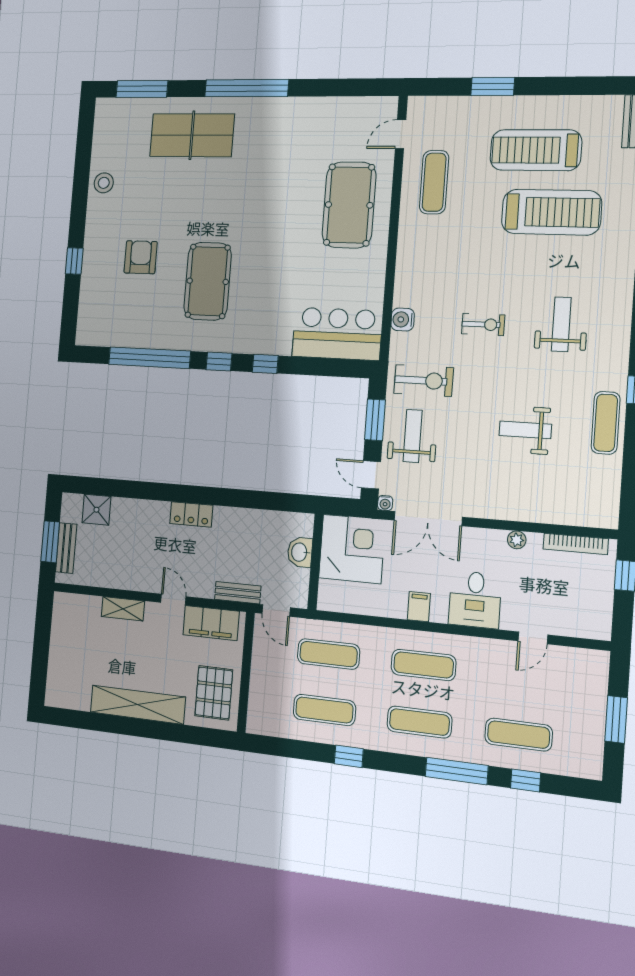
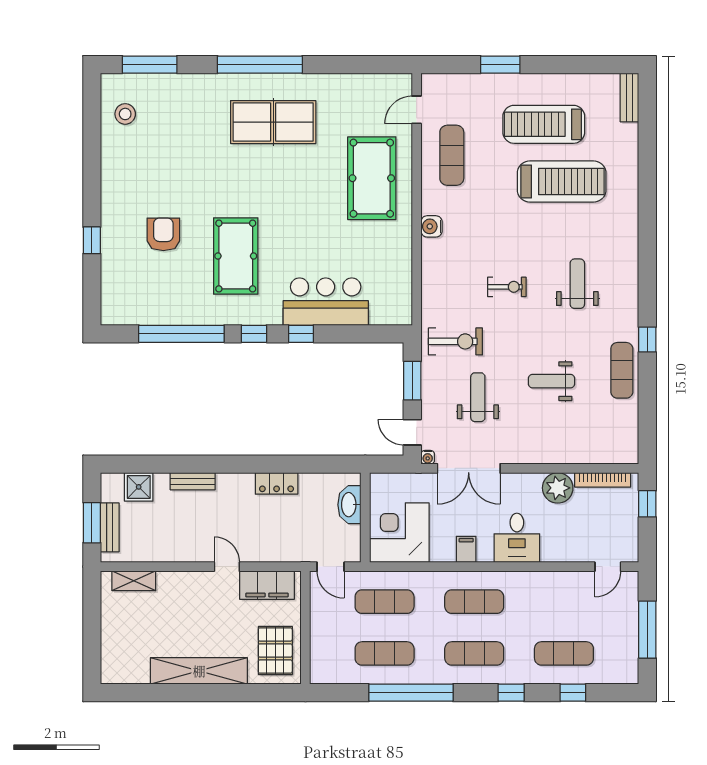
table tennis table: (192, 135) -> (273, 122), moved
stool: (104, 183) -> (125, 114), moved
water cooler: (403, 320) -> (431, 226), moved
bar counter: (337, 334) -> (326, 302), moved
weight bench: (413, 436) -> (478, 397), moved
locker: (191, 514) -> (277, 483), moved
plant: (517, 540) -> (558, 488), width x1.88, depth x1.88
corner desk: (352, 549) -> (399, 533), moved, turned -90
washbasin: (300, 552) -> (349, 505), width x1.38
bench: (238, 593) -> (193, 481), moved
shelving: (123, 609) -> (134, 581), moved
door: (533, 638) -> (608, 567), moved
window: (616, 719) -> (647, 630), width x1.44
window: (349, 756) -> (411, 693), width x3.17
window: (457, 771) -> (511, 693), width x0.46

